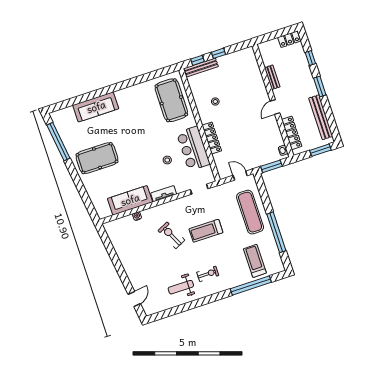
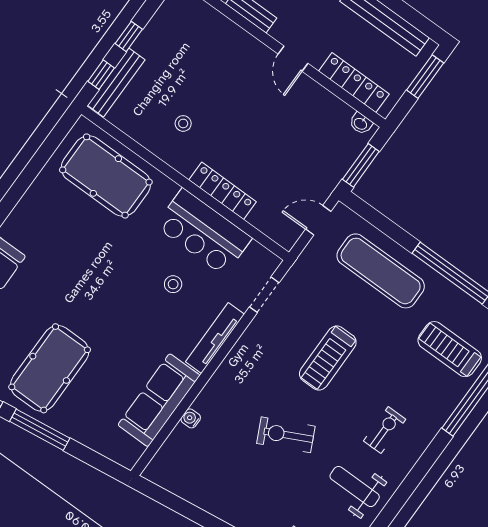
window: (76, 179) -> (40, 430), added
tv unit: (164, 194) -> (215, 338), width x1.41
exercise bike: (171, 235) -> (286, 435), moved
weight bench: (181, 287) -> (355, 487), turned 90

